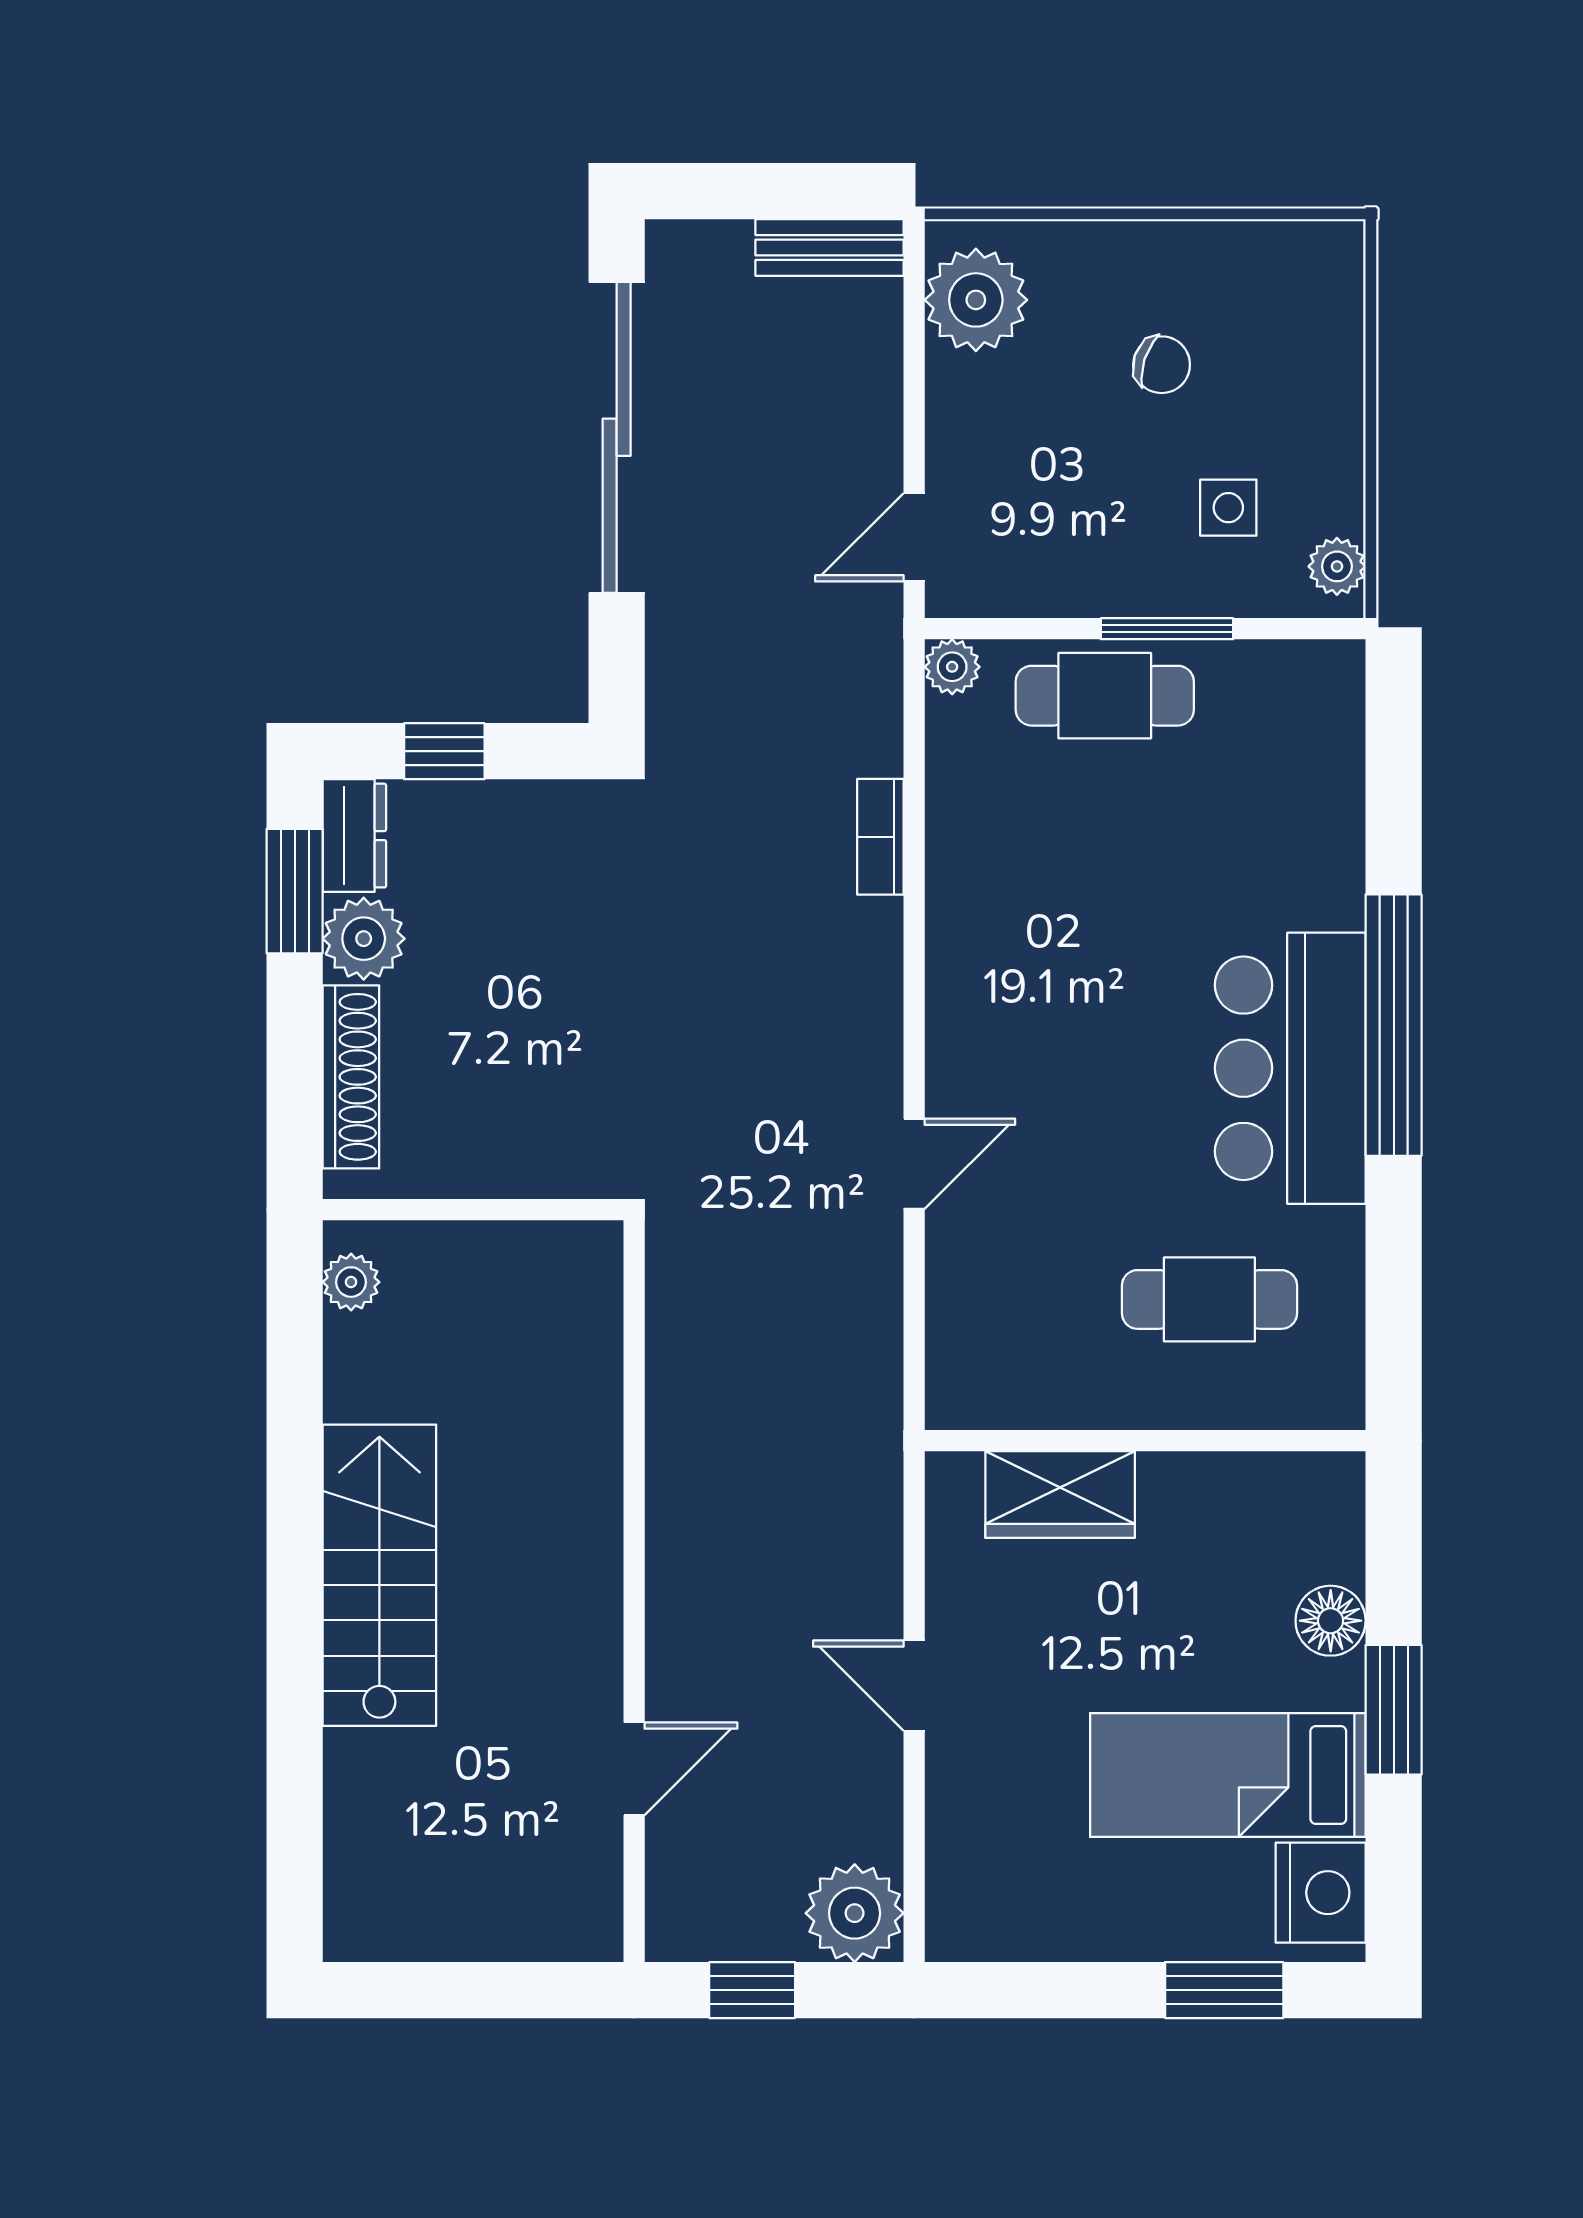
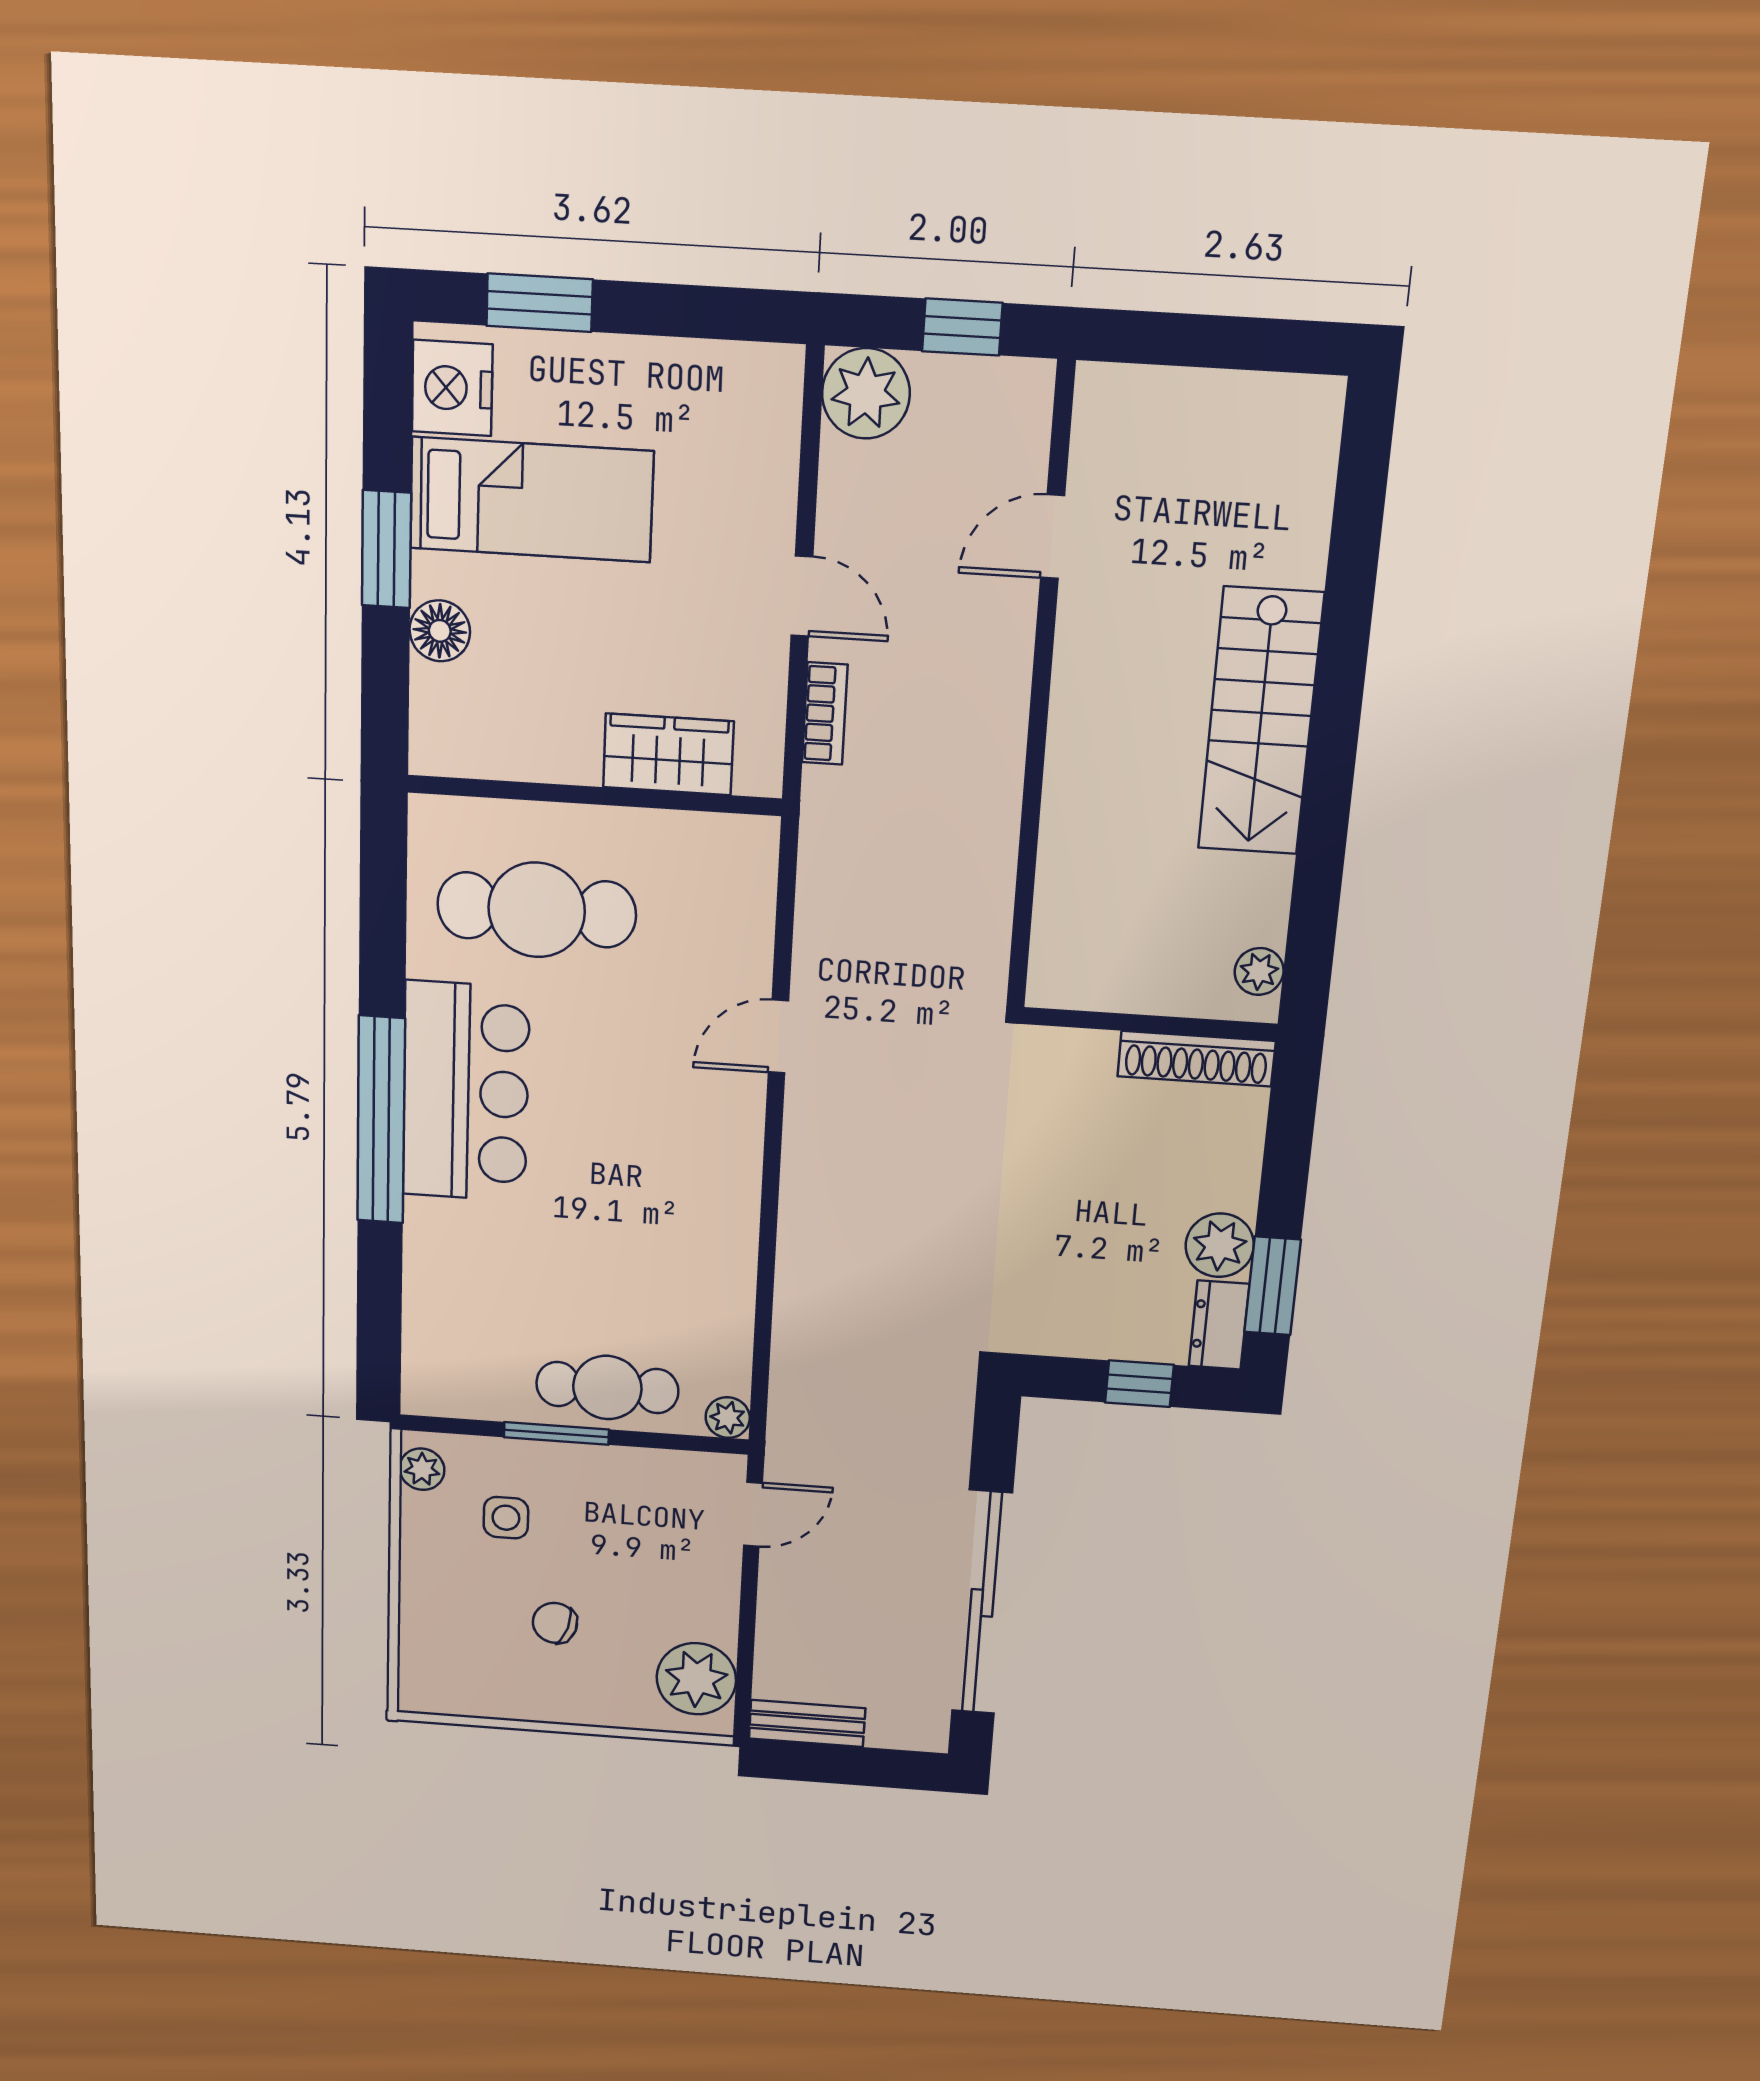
bookcase: (880, 837) -> (825, 713), moved
shoe rack: (351, 1077) -> (1196, 1059), moved, turned -90
cafe table: (1209, 1299) -> (537, 910), width x1.37, depth x1.35

